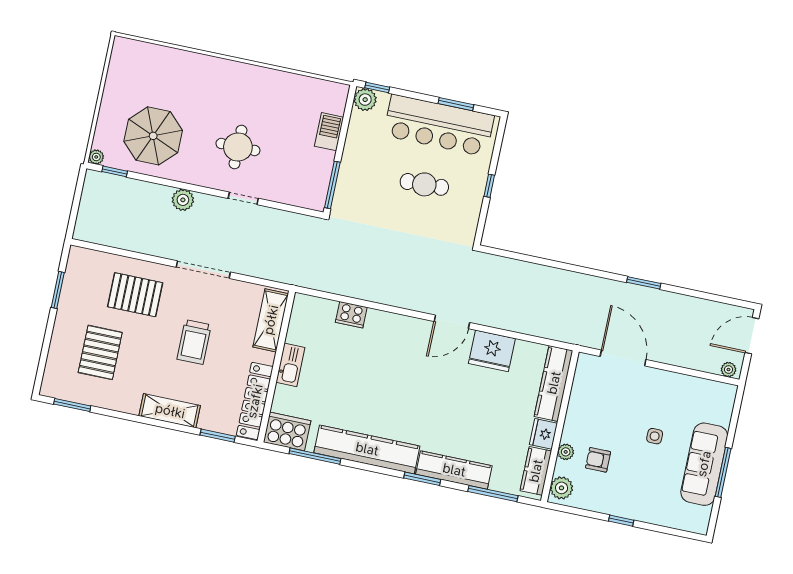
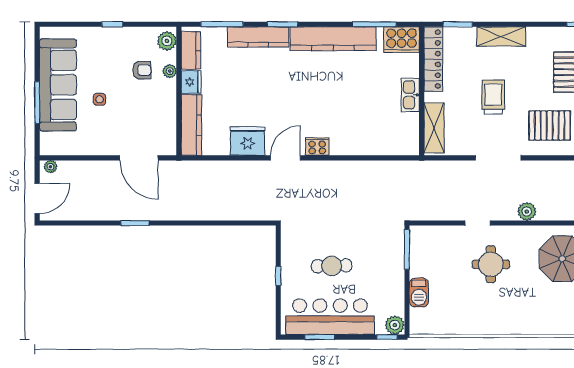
cooker: (351, 315) -> (317, 146), moved
sofa: (704, 464) -> (58, 85), width x1.36, depth x1.27
window: (723, 472) -> (37, 102), moved

